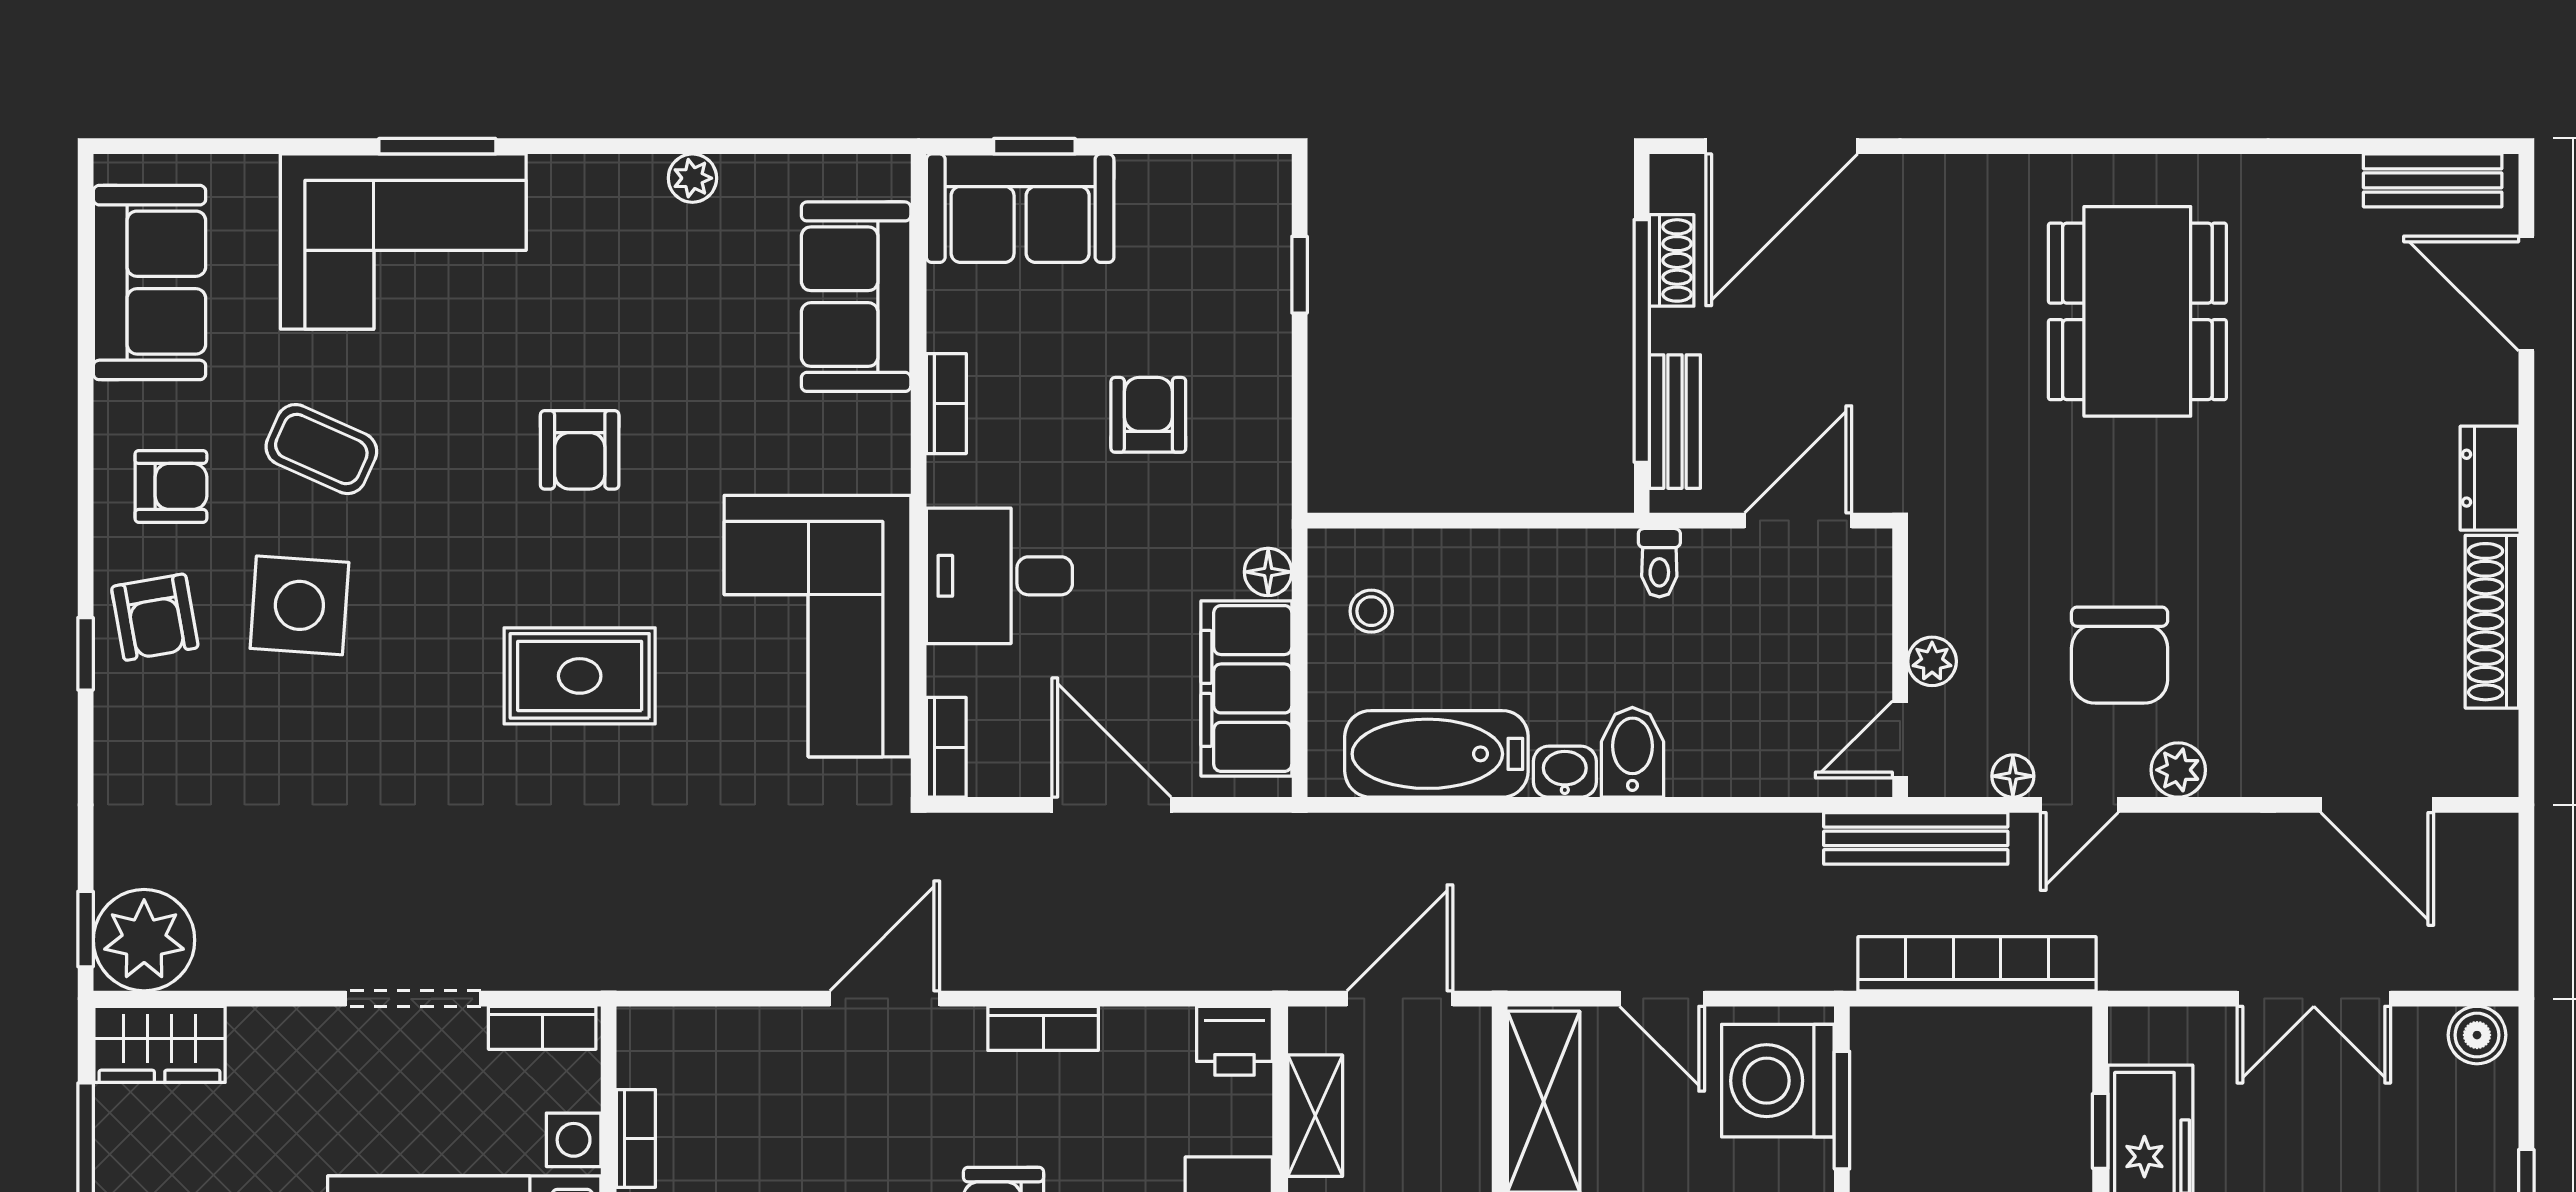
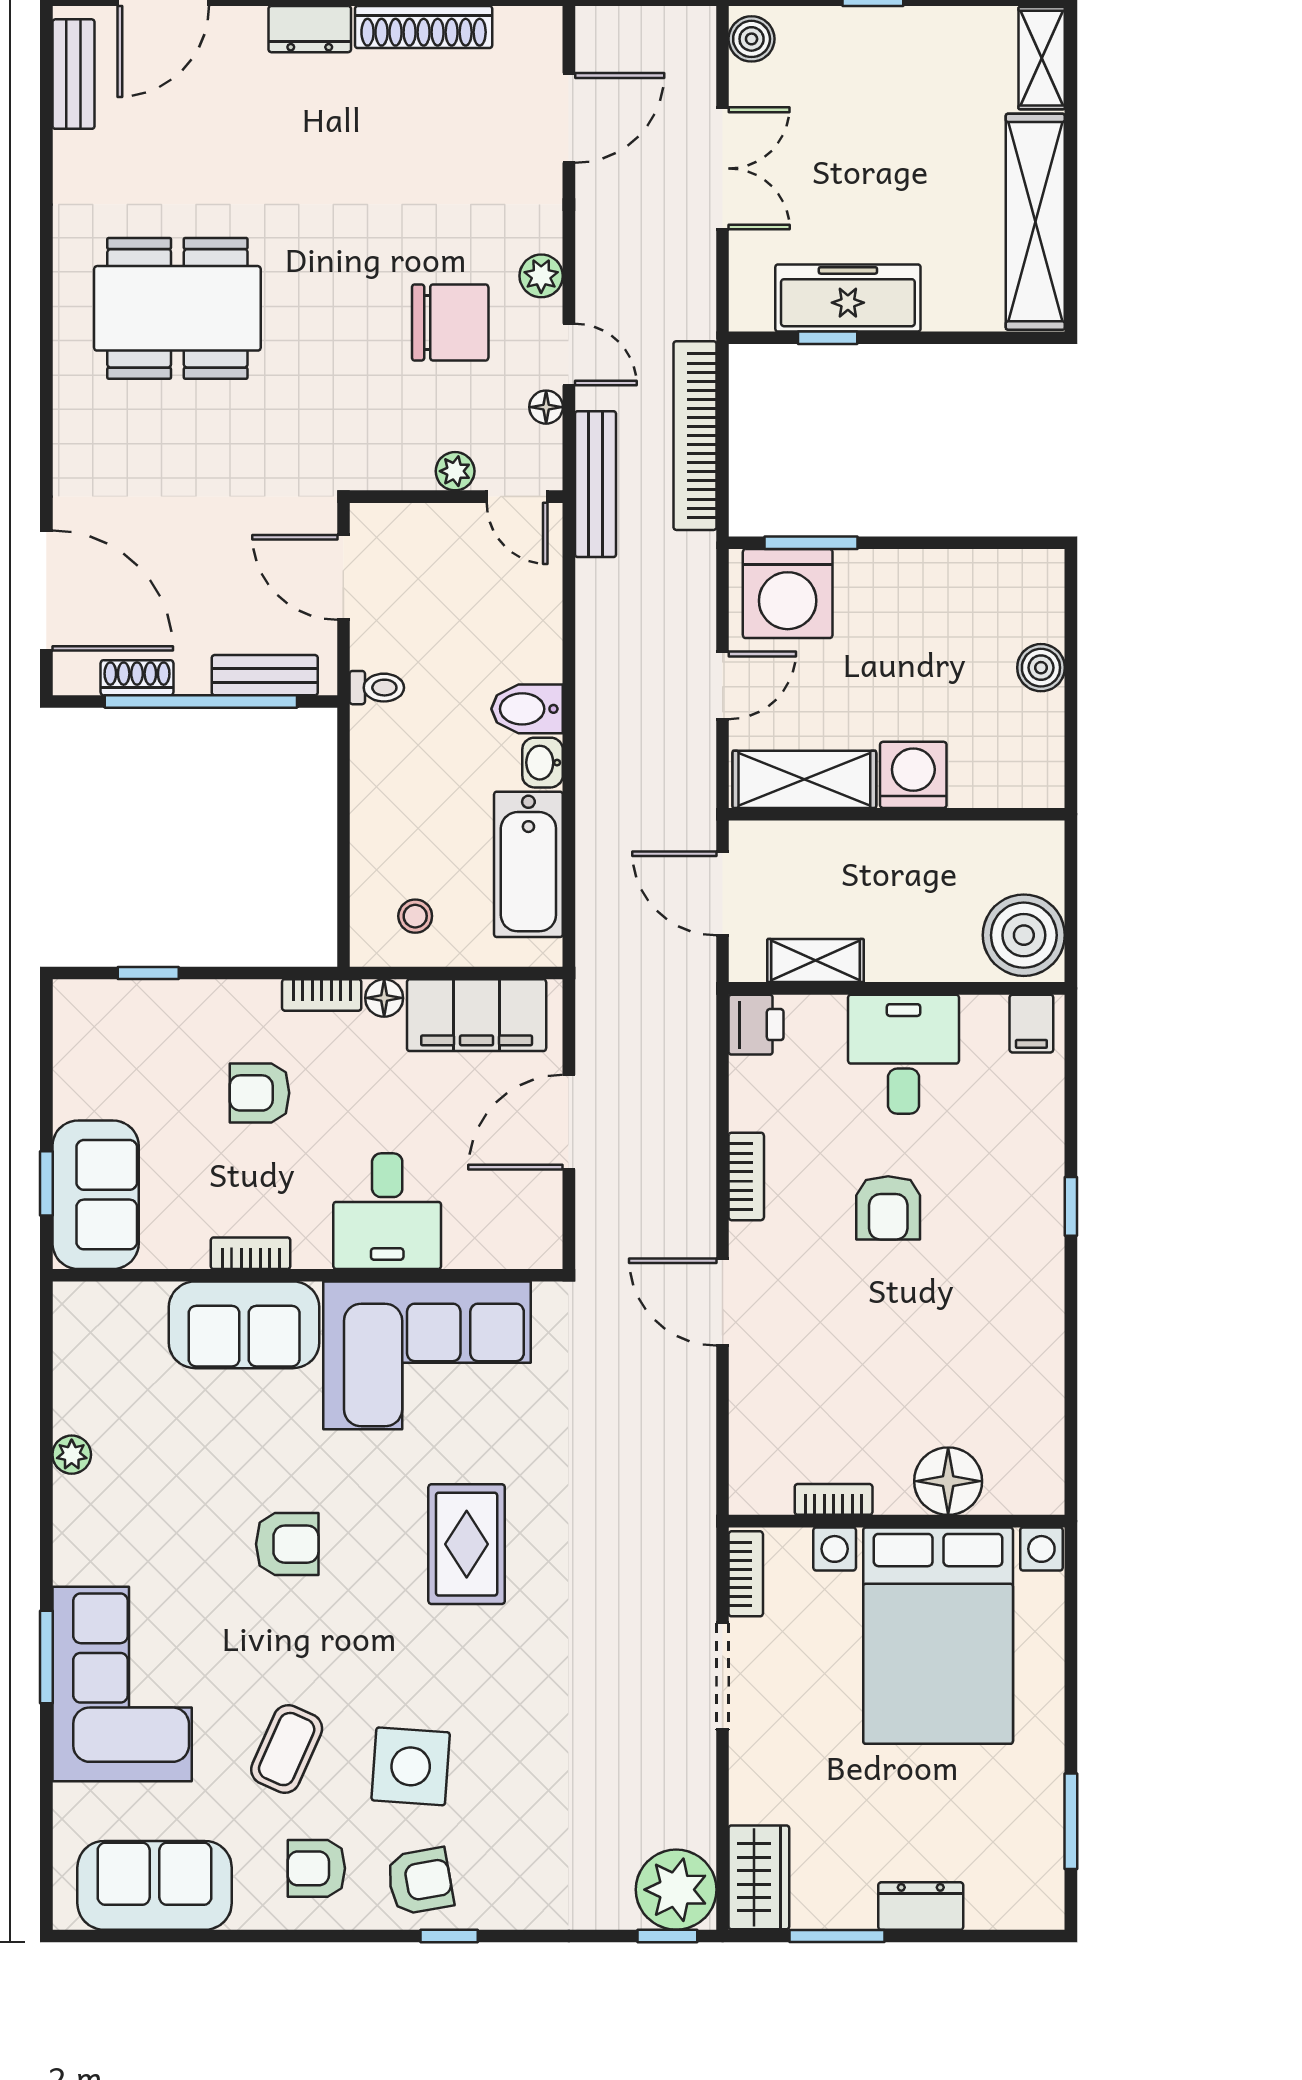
sofa: (856, 297) -> (244, 1325), moved
armchair: (171, 486) -> (316, 1868), turned -90
bookcase: (946, 747) -> (322, 995), moved, turned 180

